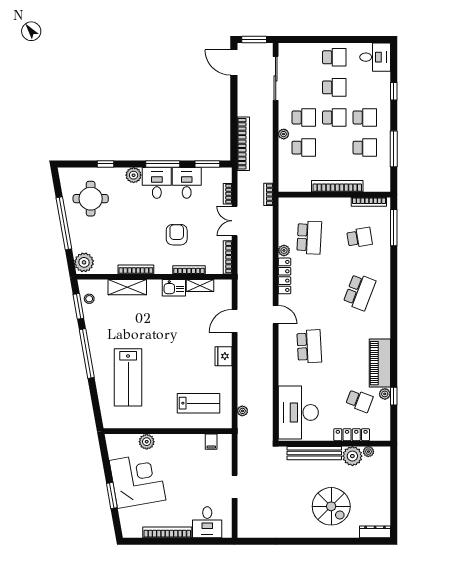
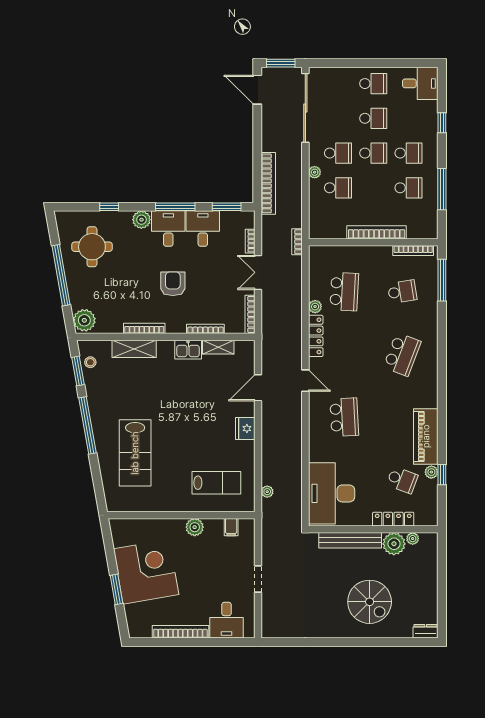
sliding door: (276, 78) -> (305, 108), width x1.36
armchair: (177, 235) -> (173, 284), moved
plant: (147, 442) -> (195, 527), moved
dresser: (375, 532) -> (426, 631), width x0.70

